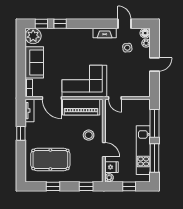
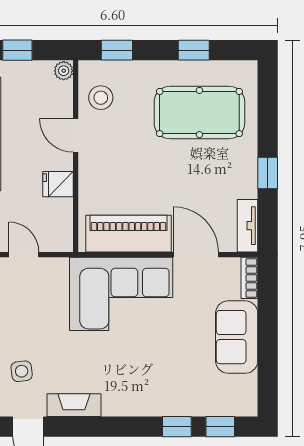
plant: (33, 36) -> (239, 398), removed
door: (115, 98) -> (24, 255), moved
stool: (89, 135) -> (101, 98), moved
fridge: (112, 167) -> (58, 184), moved

